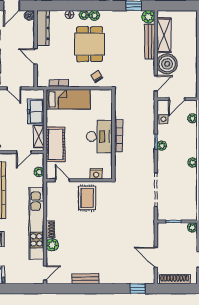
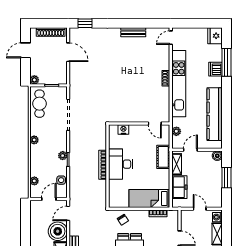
cot: (56, 144) -> (163, 157), width x0.73, depth x0.75
rug: (87, 198) -> (132, 107), removed
cafe table: (187, 202) -> (39, 104), added
plant: (52, 245) -> (164, 64), removed

